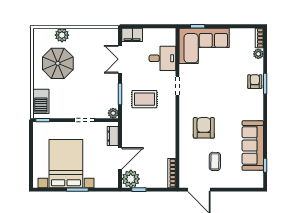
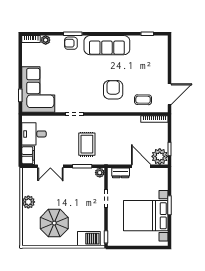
plant: (62, 35) -> (28, 202), moved
desk: (162, 58) -> (34, 134), moved, turned -90
armchair: (204, 128) -> (113, 90), turned 90
sofa: (253, 146) -> (107, 45), moved
coffee table: (215, 161) -> (143, 100), moved

